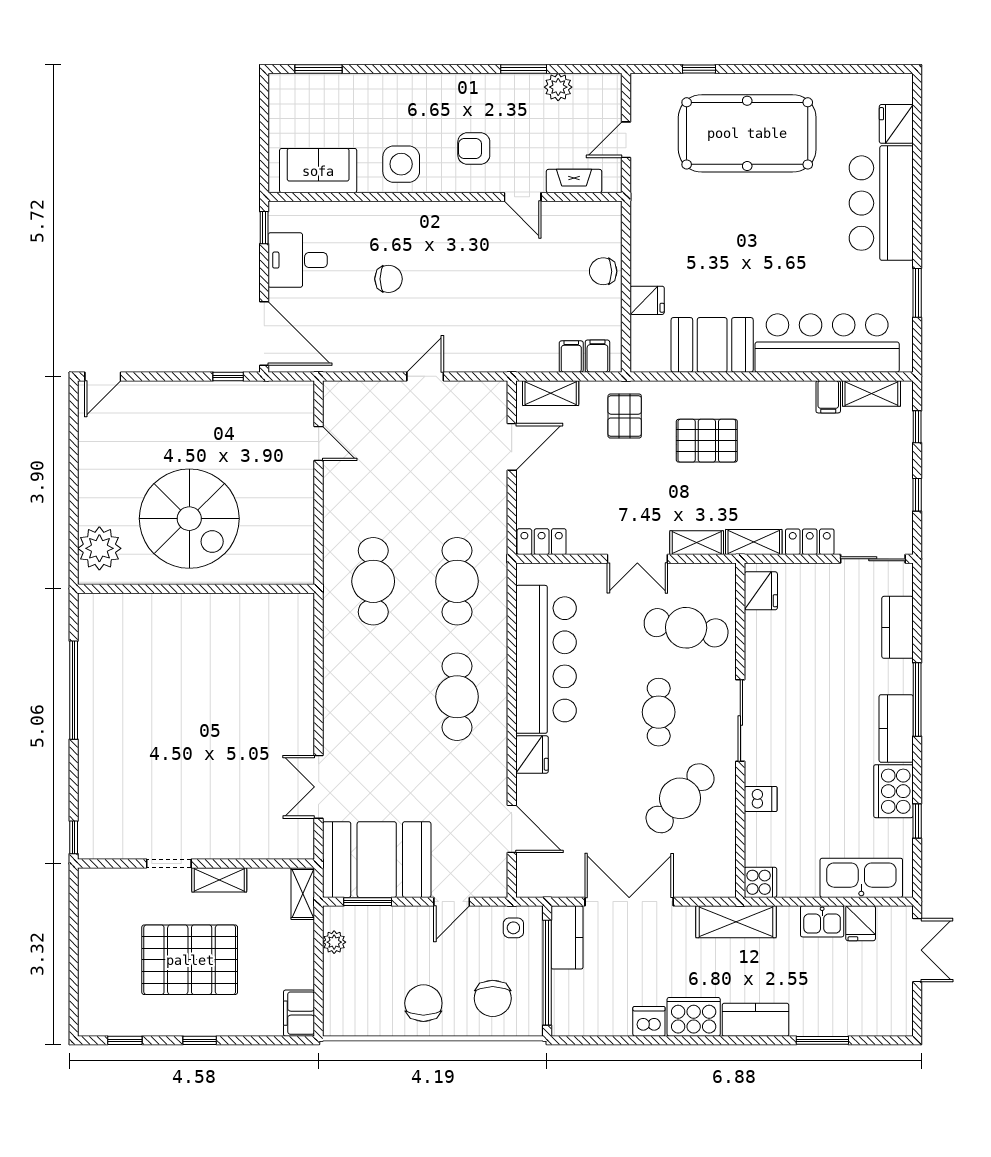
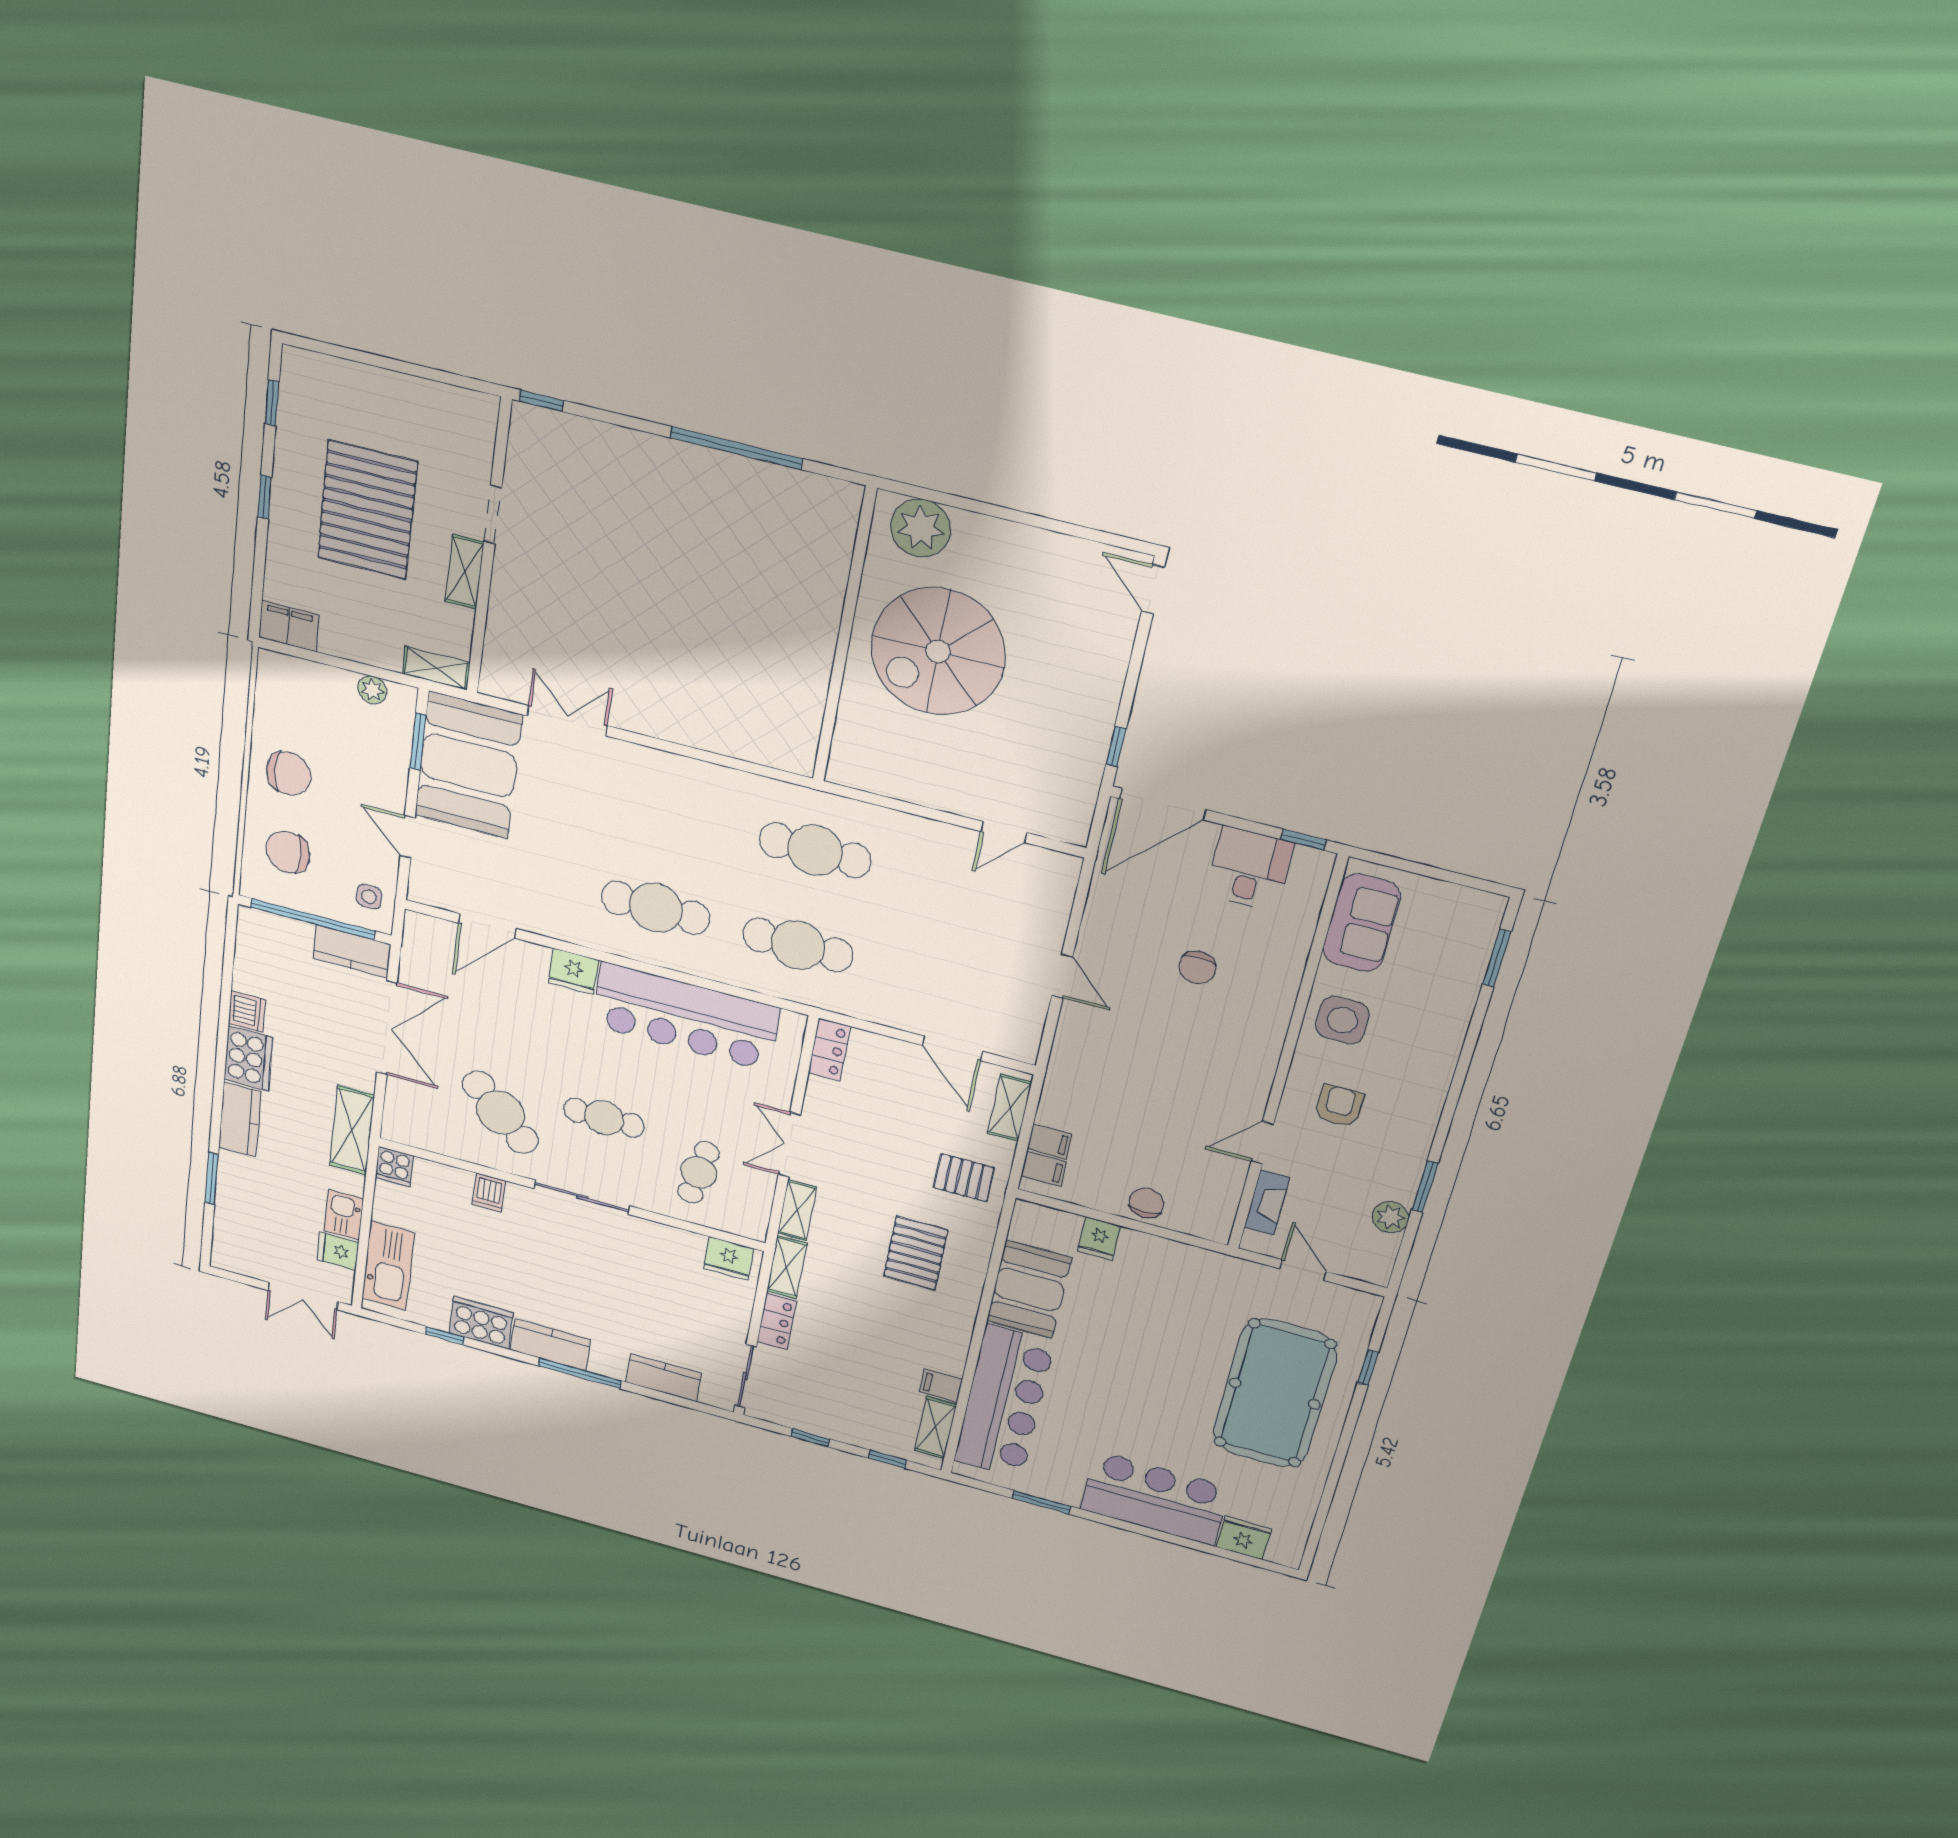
cafe table: (686, 628) -> (699, 1172), width x0.73, depth x0.74

